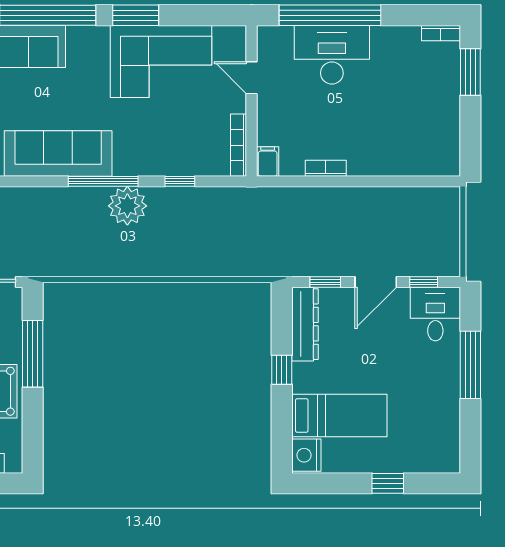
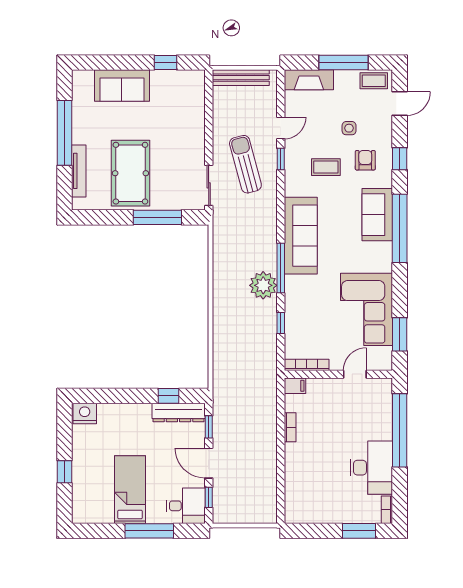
window: (136, 15) -> (400, 334), moved
desk: (332, 55) -> (371, 468), moved
window: (282, 370) -> (169, 396), moved
bed: (339, 416) -> (130, 490), moved, turned 180

